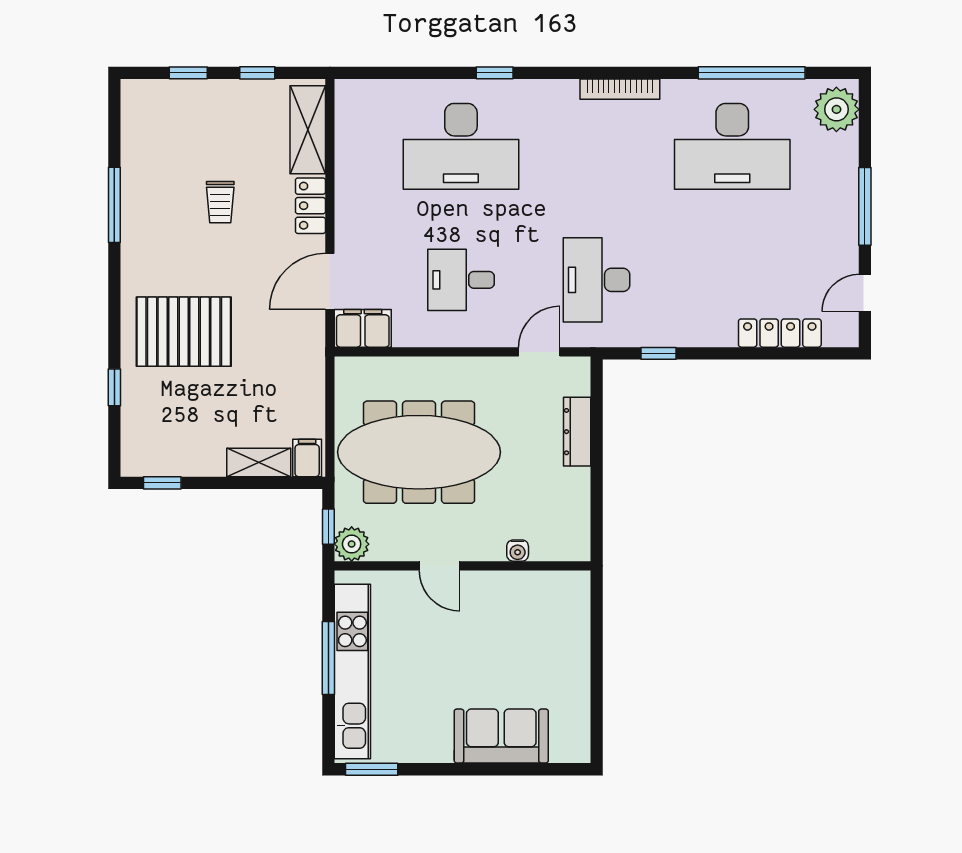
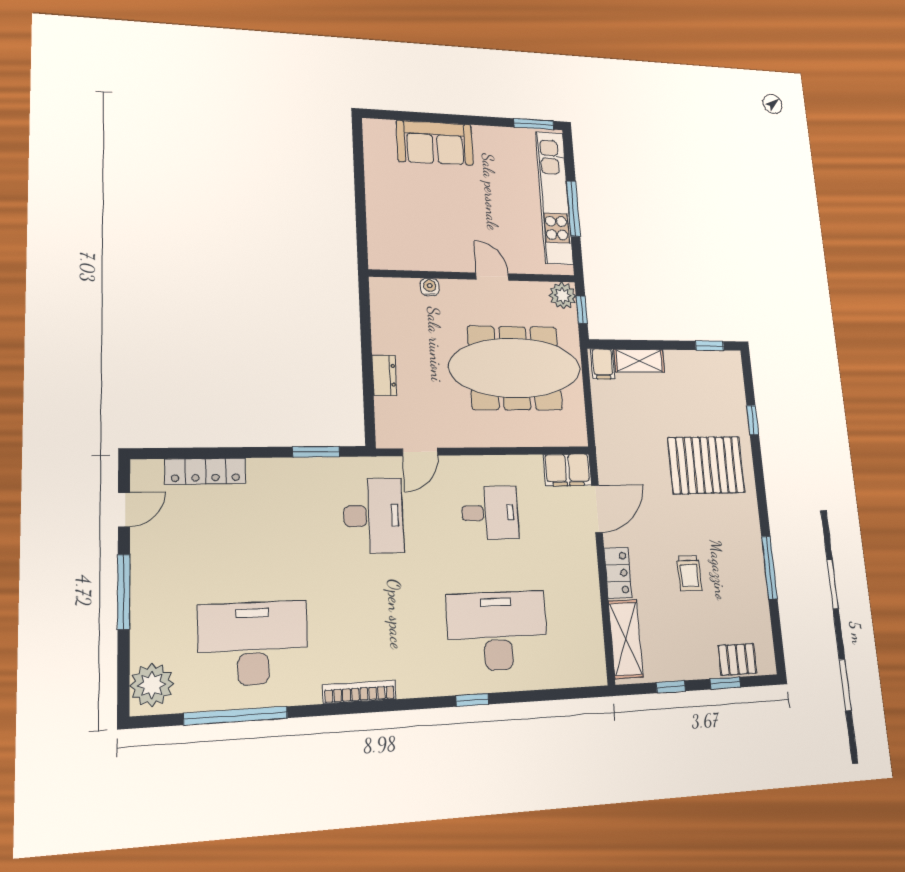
pallet: (170, 99) -> (737, 659), added
trolley: (220, 202) -> (689, 573), turned 180
window: (659, 353) -> (316, 452), width x1.50
dresser: (577, 432) -> (384, 375), width x0.70

